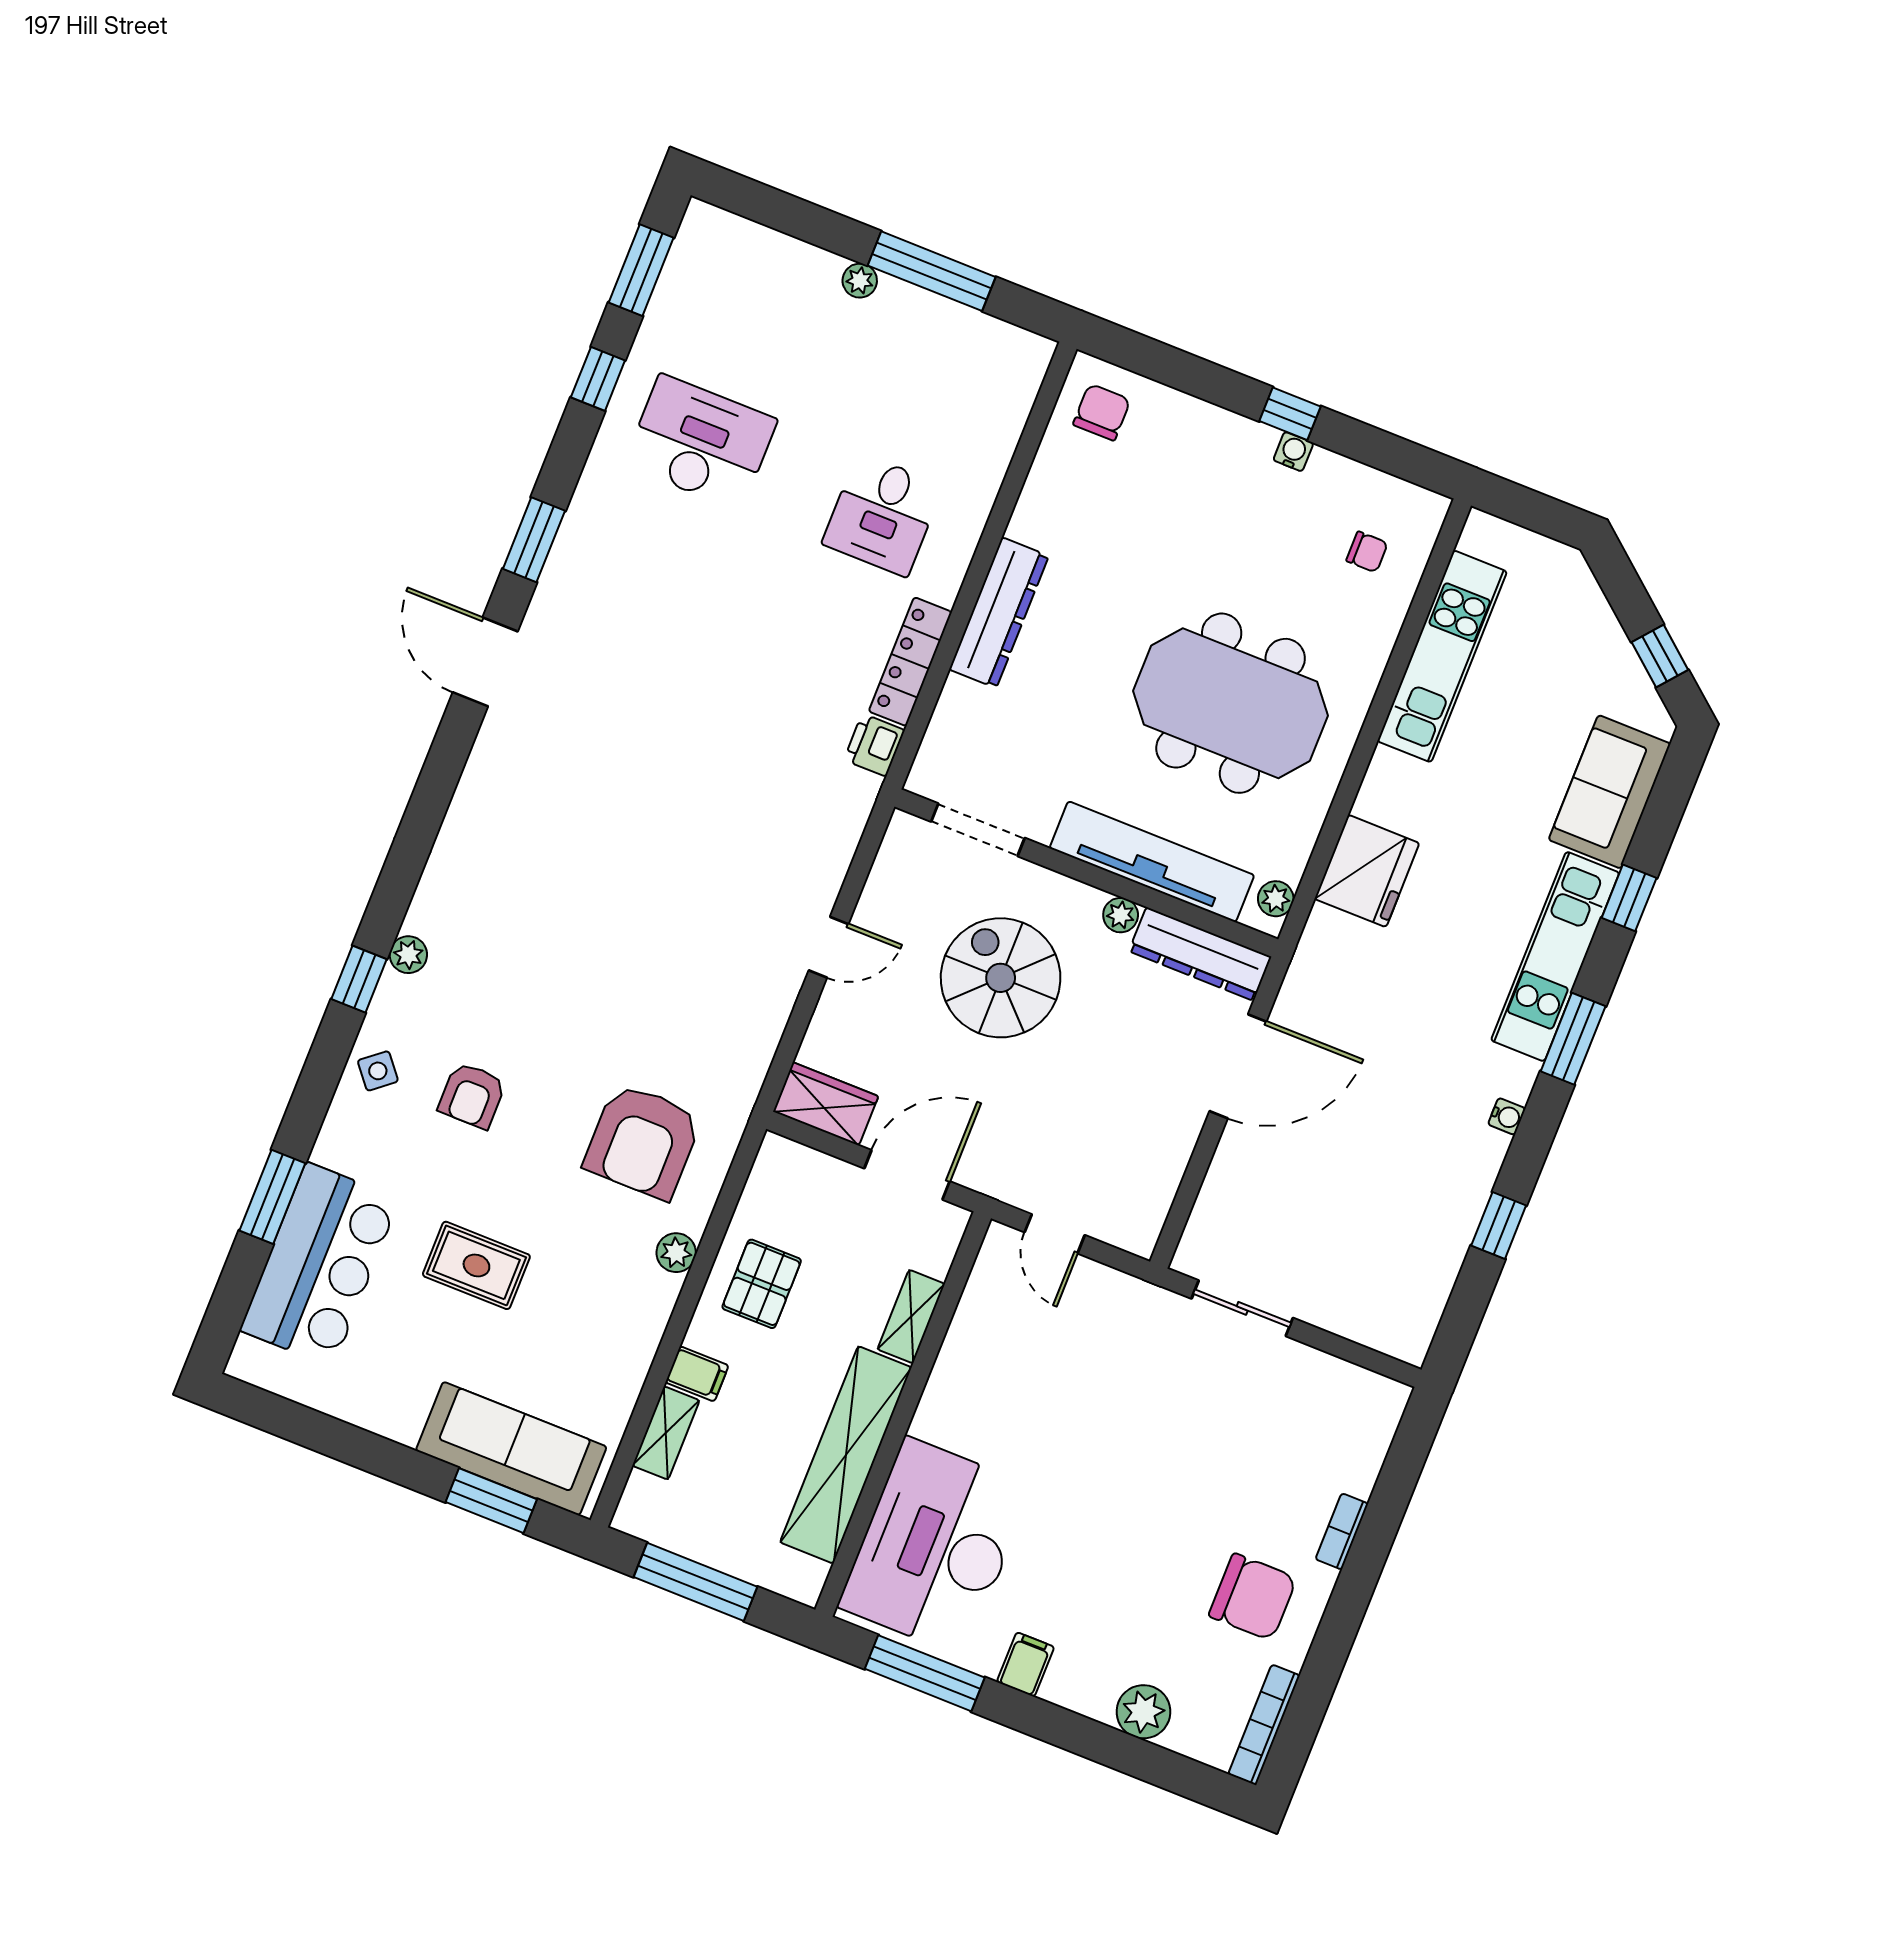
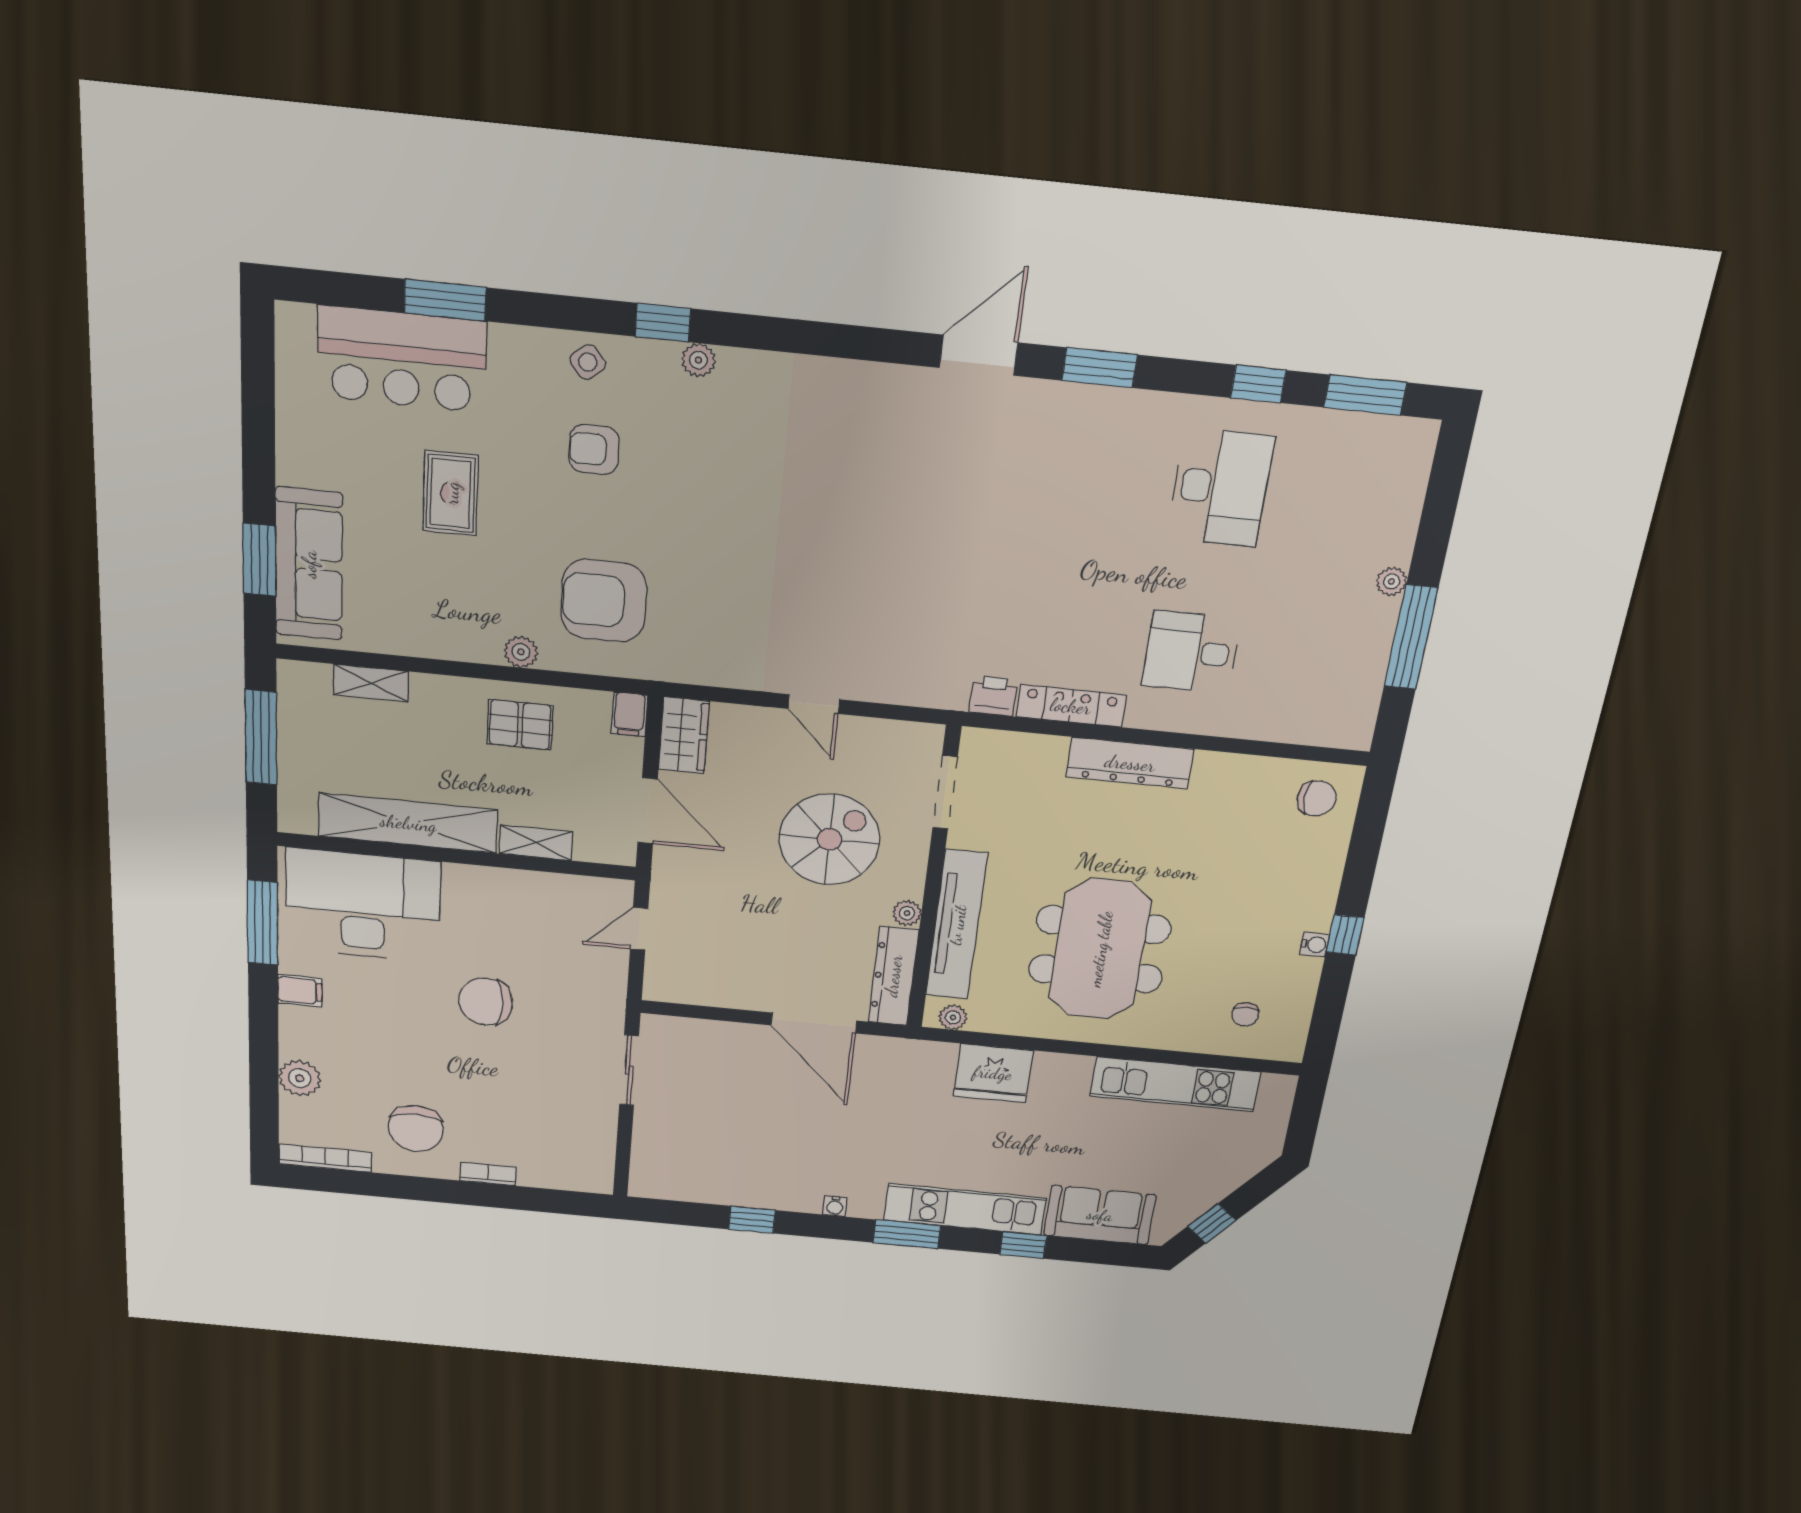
filing cabinet: (697, 1374) -> (629, 714), moved
chair: (1101, 1448) -> (486, 1001), added

